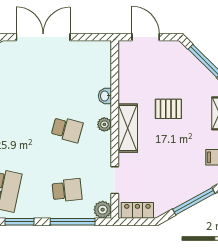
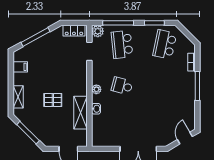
shelving: (128, 128) -> (81, 113), moved
school desk: (67, 190) -> (122, 44), width x1.85

